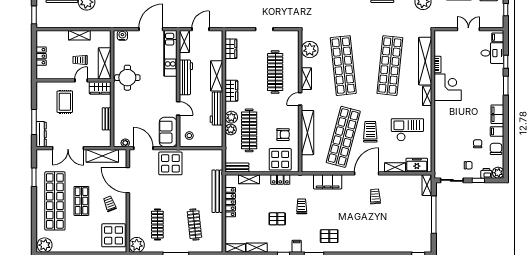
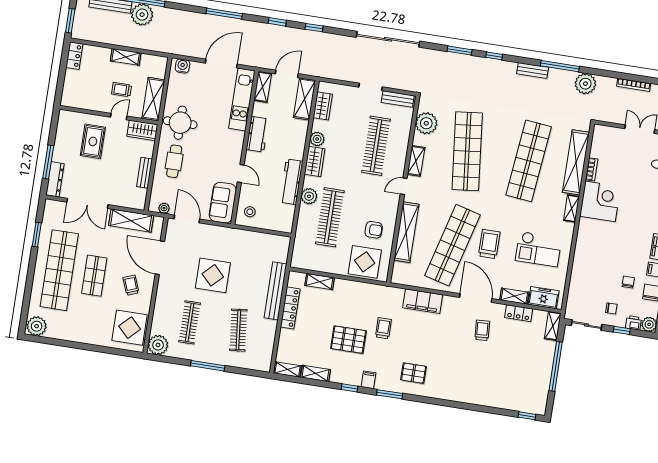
locker: (41, 56) -> (74, 56), moved
shelving: (217, 76) -> (304, 99), moved
workbench: (186, 77) -> (257, 134), width x0.73
cafe table: (127, 107) -> (174, 161), added
plant: (231, 130) -> (317, 139), moved
checkout: (407, 130) -> (539, 249), turned 180
display table: (170, 163) -> (213, 275), moved
bench: (237, 167) -> (398, 99), moved
door: (367, 173) -> (476, 298), hinge flipped
locker: (280, 180) -> (519, 313), moved
pallet: (277, 219) -> (348, 340), width x1.50, depth x1.42

